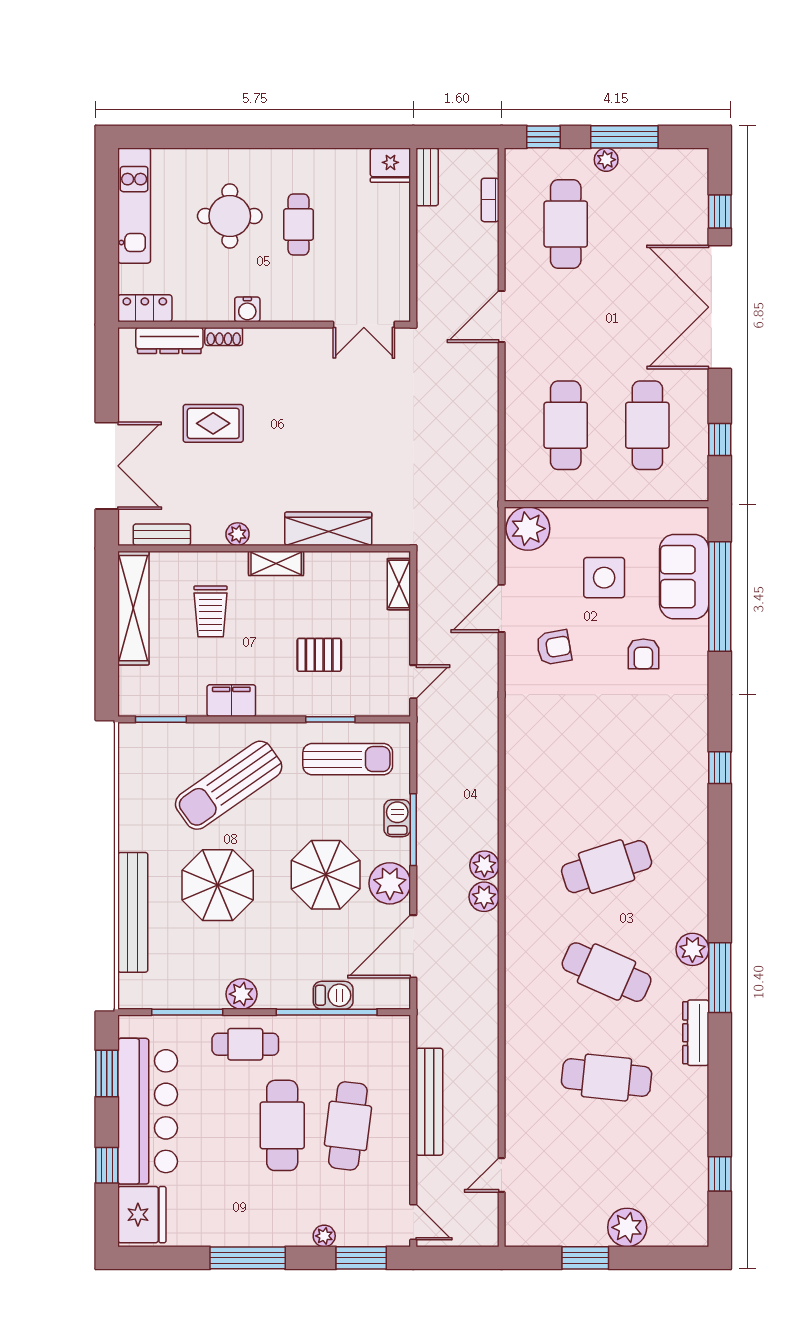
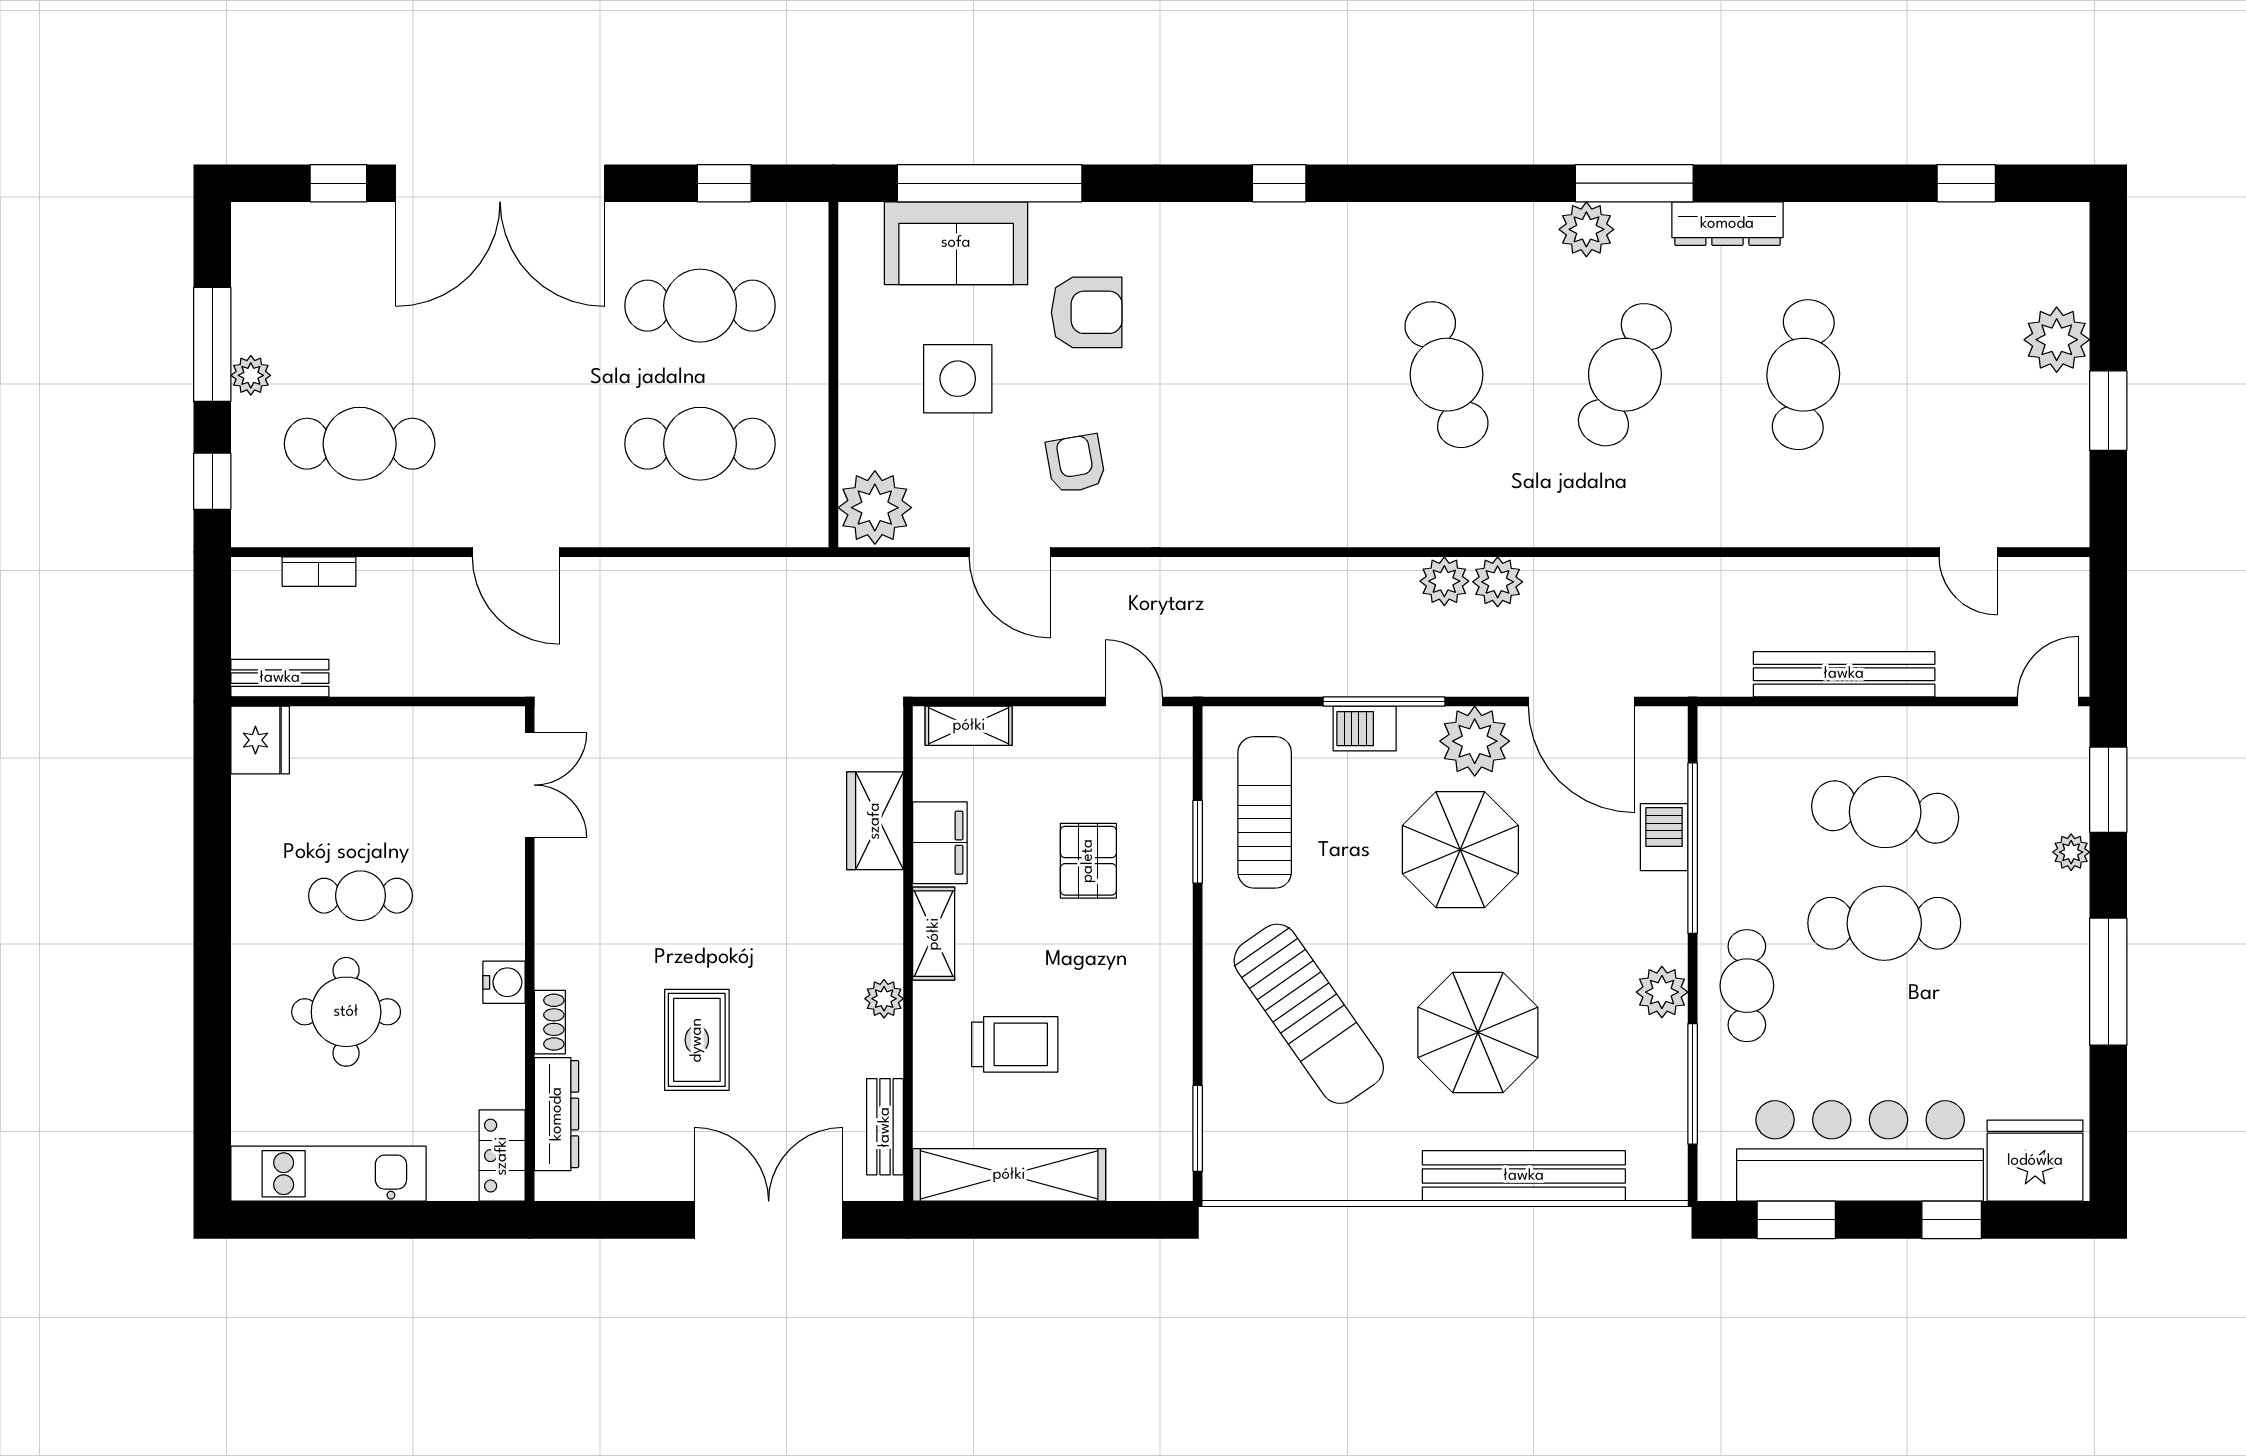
wardrobe: (328, 529) -> (875, 821), width x0.67
armchair: (643, 654) -> (1087, 312), width x1.38, depth x1.38
filing cabinet: (231, 701) -> (940, 843), moved, turned 180

